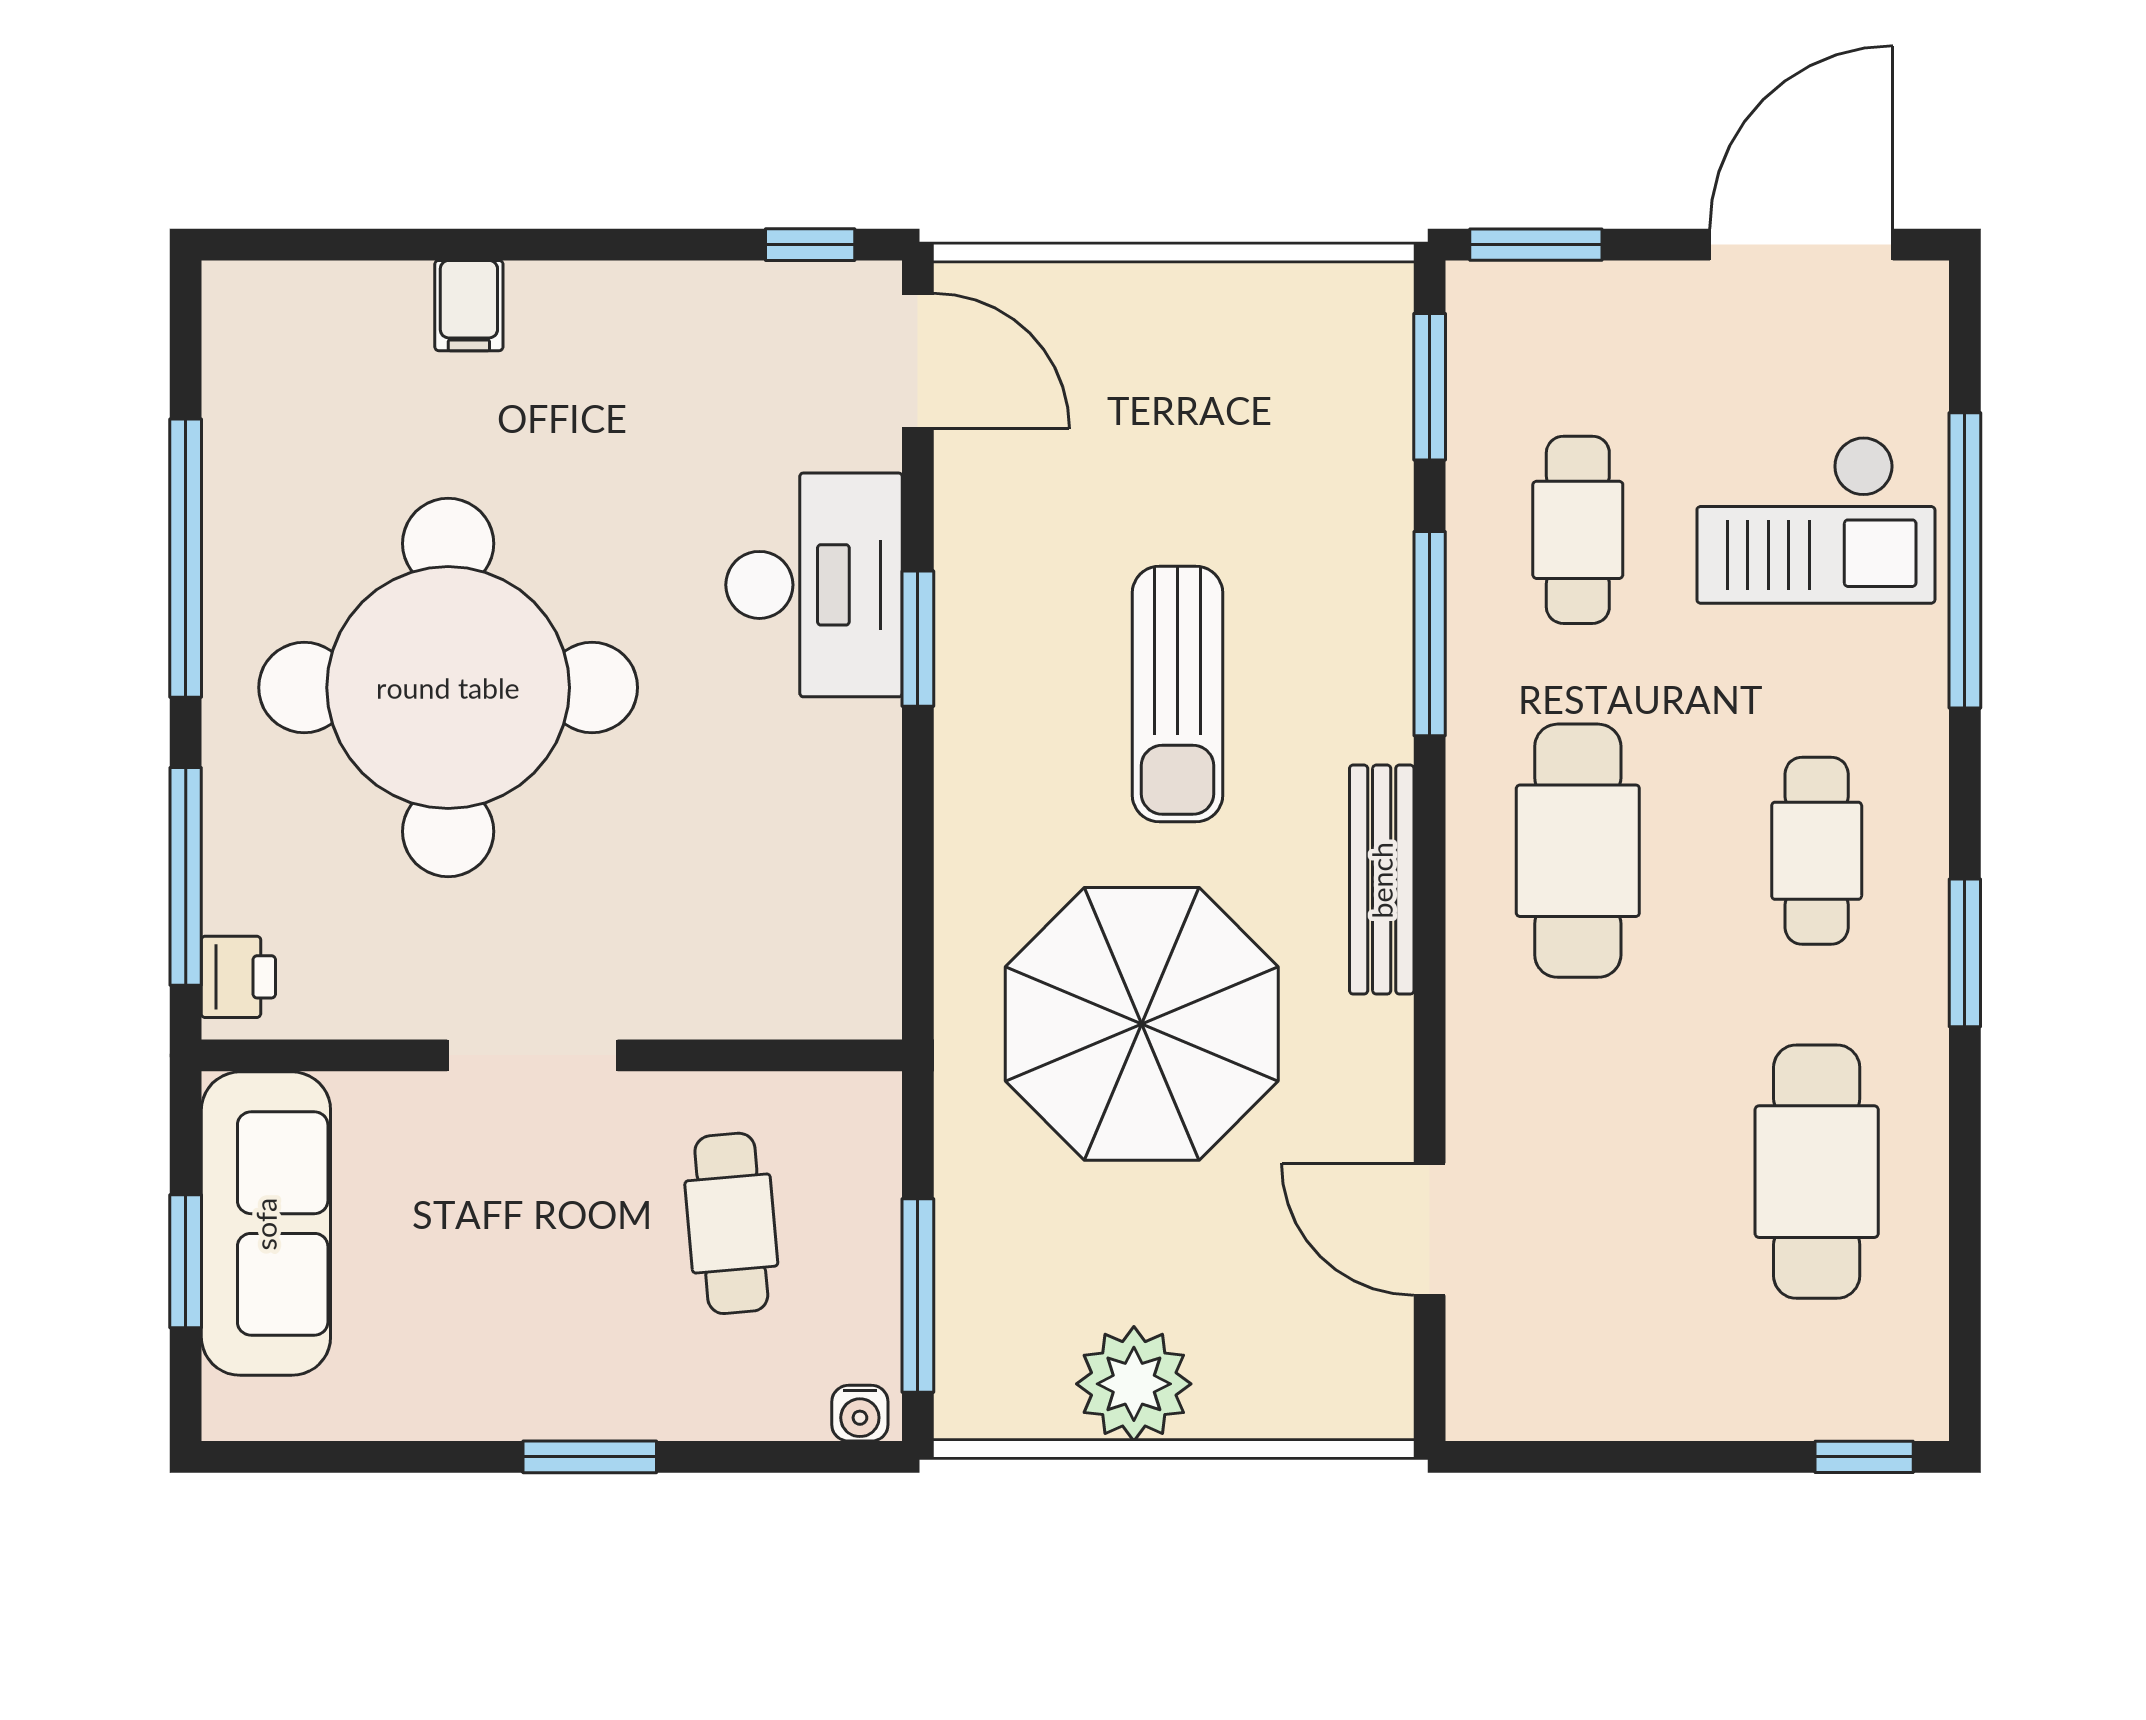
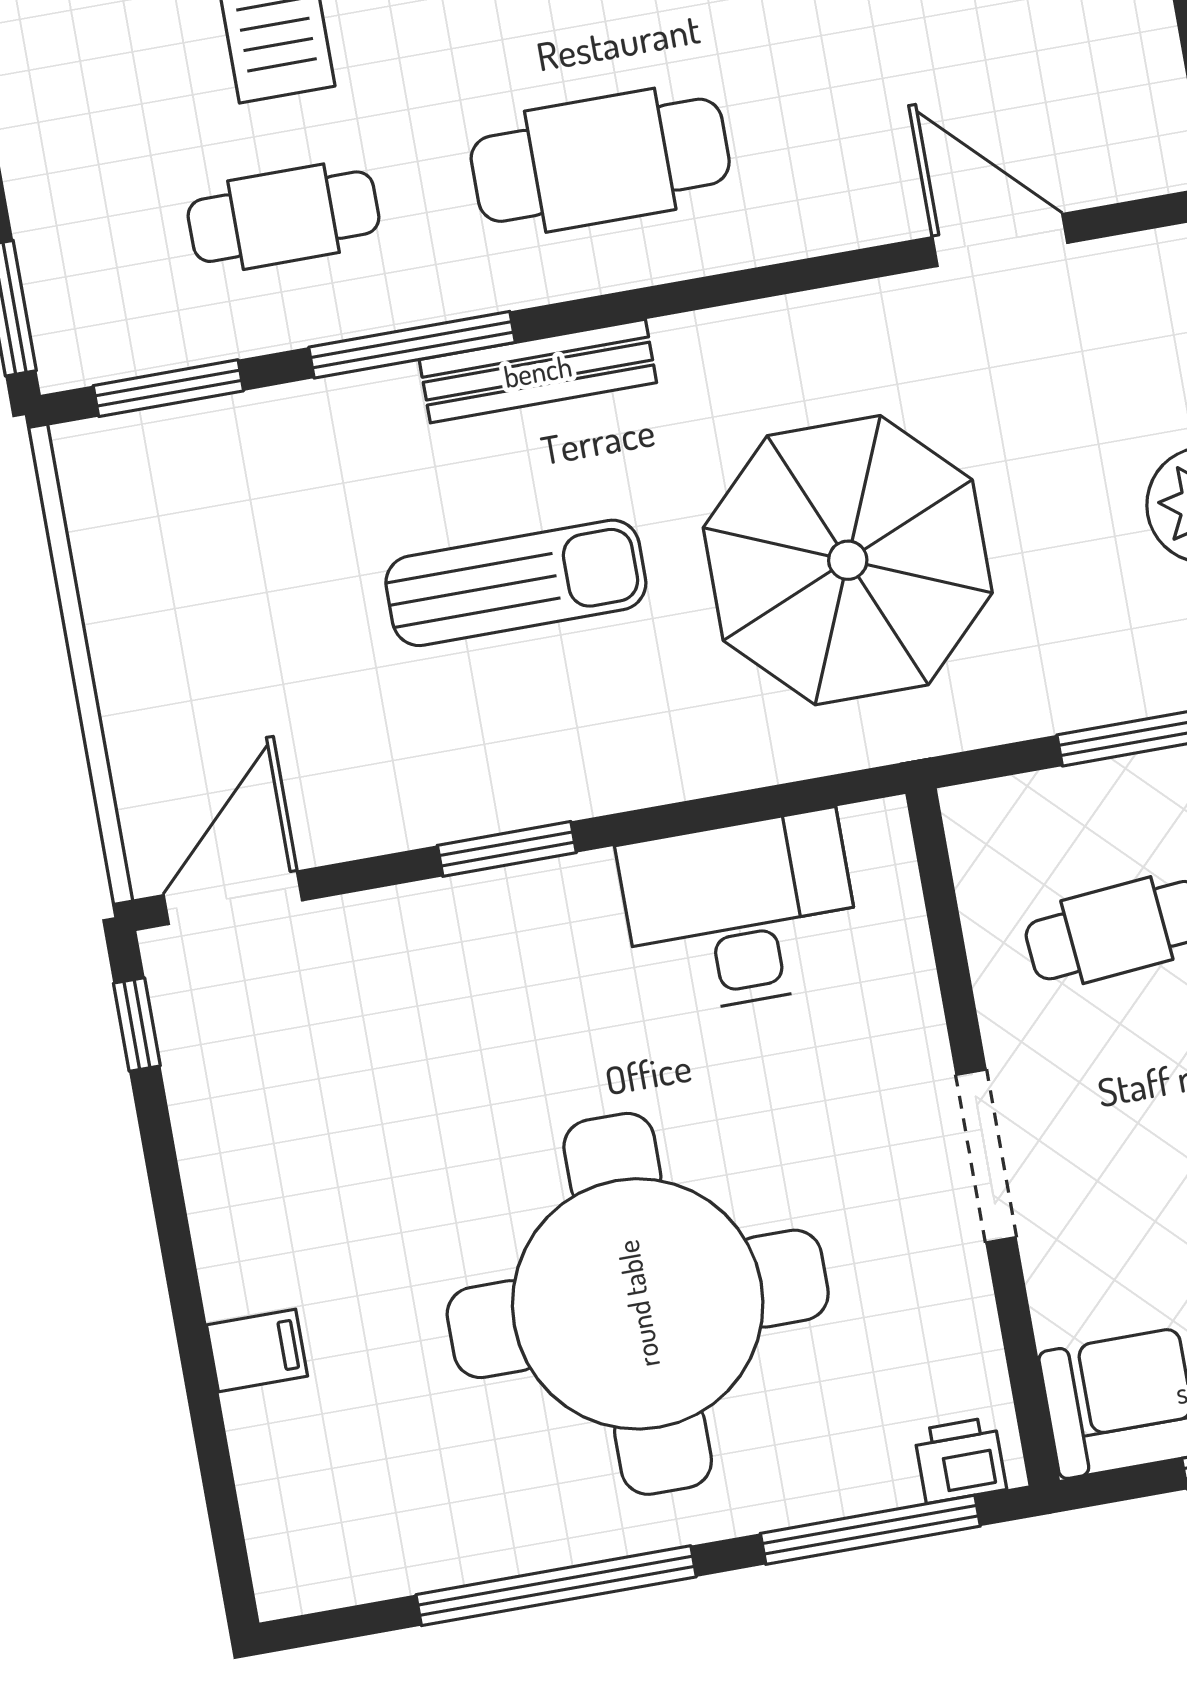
desk: (814, 585) -> (740, 913), moved
bench: (1382, 880) -> (538, 371), moved
door: (1430, 1229) -> (1000, 240), swing flipped

